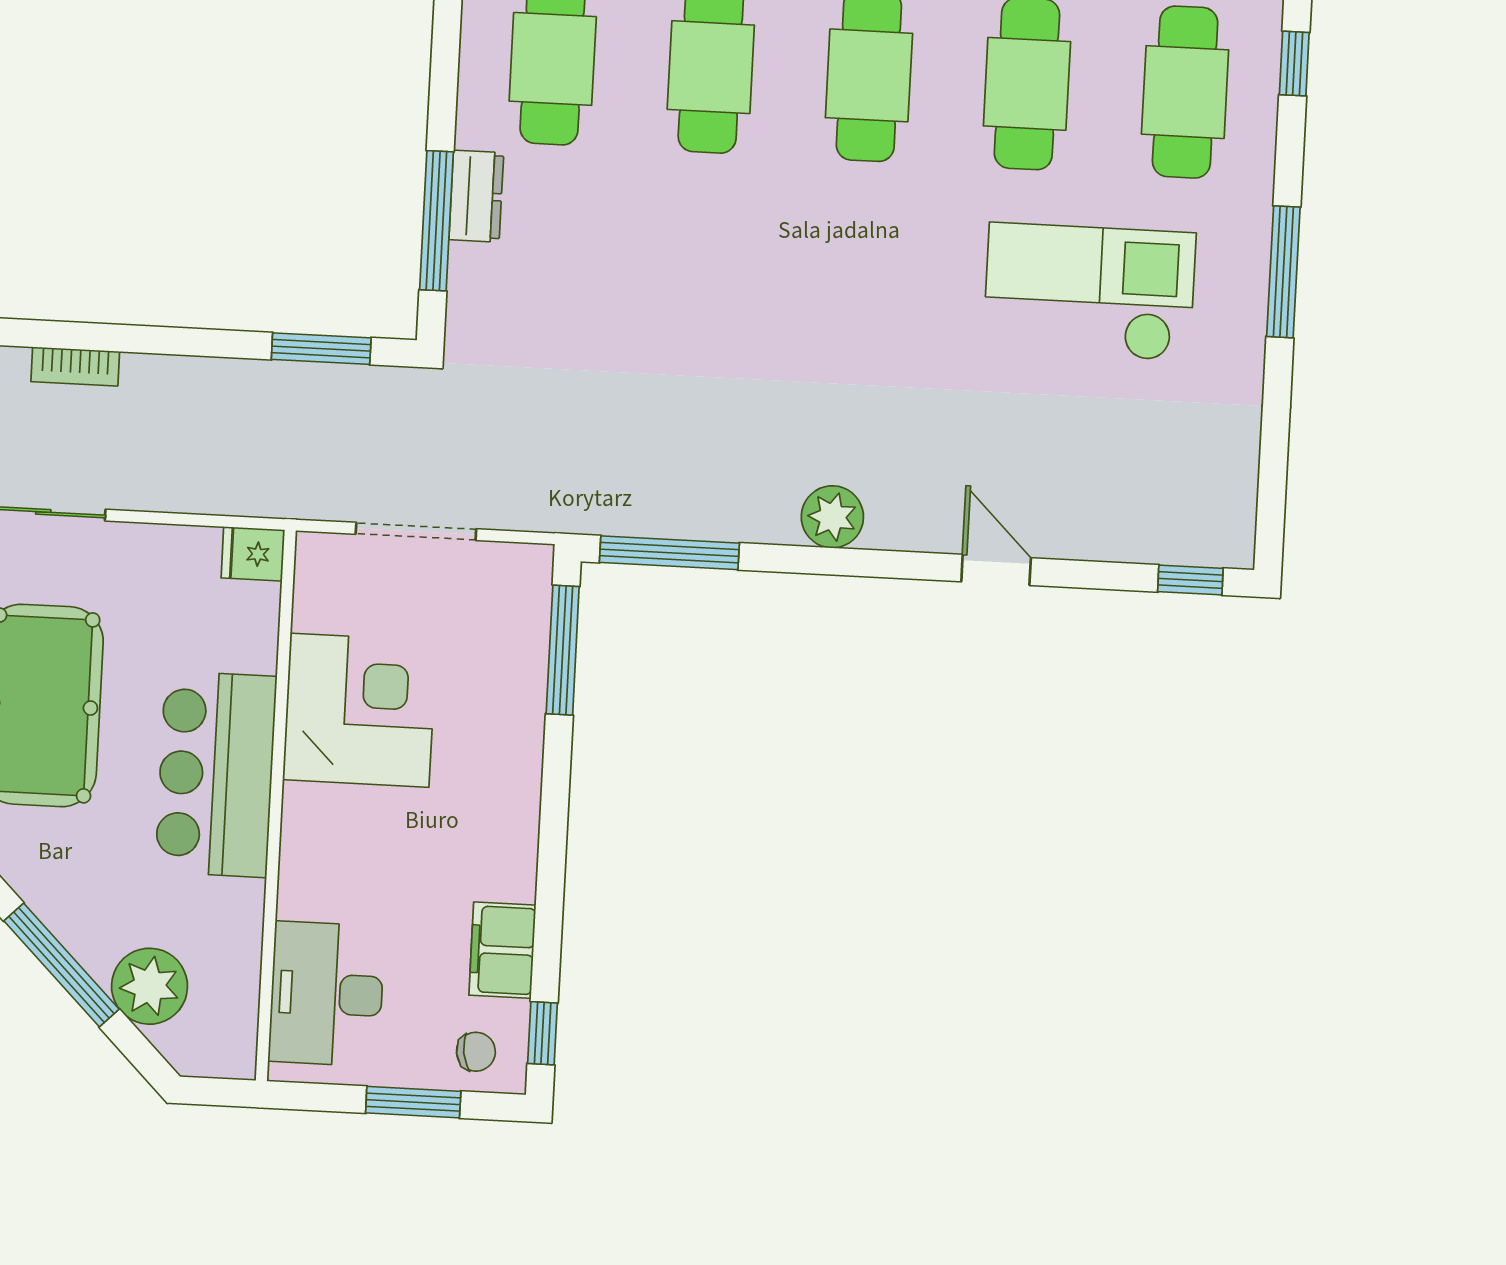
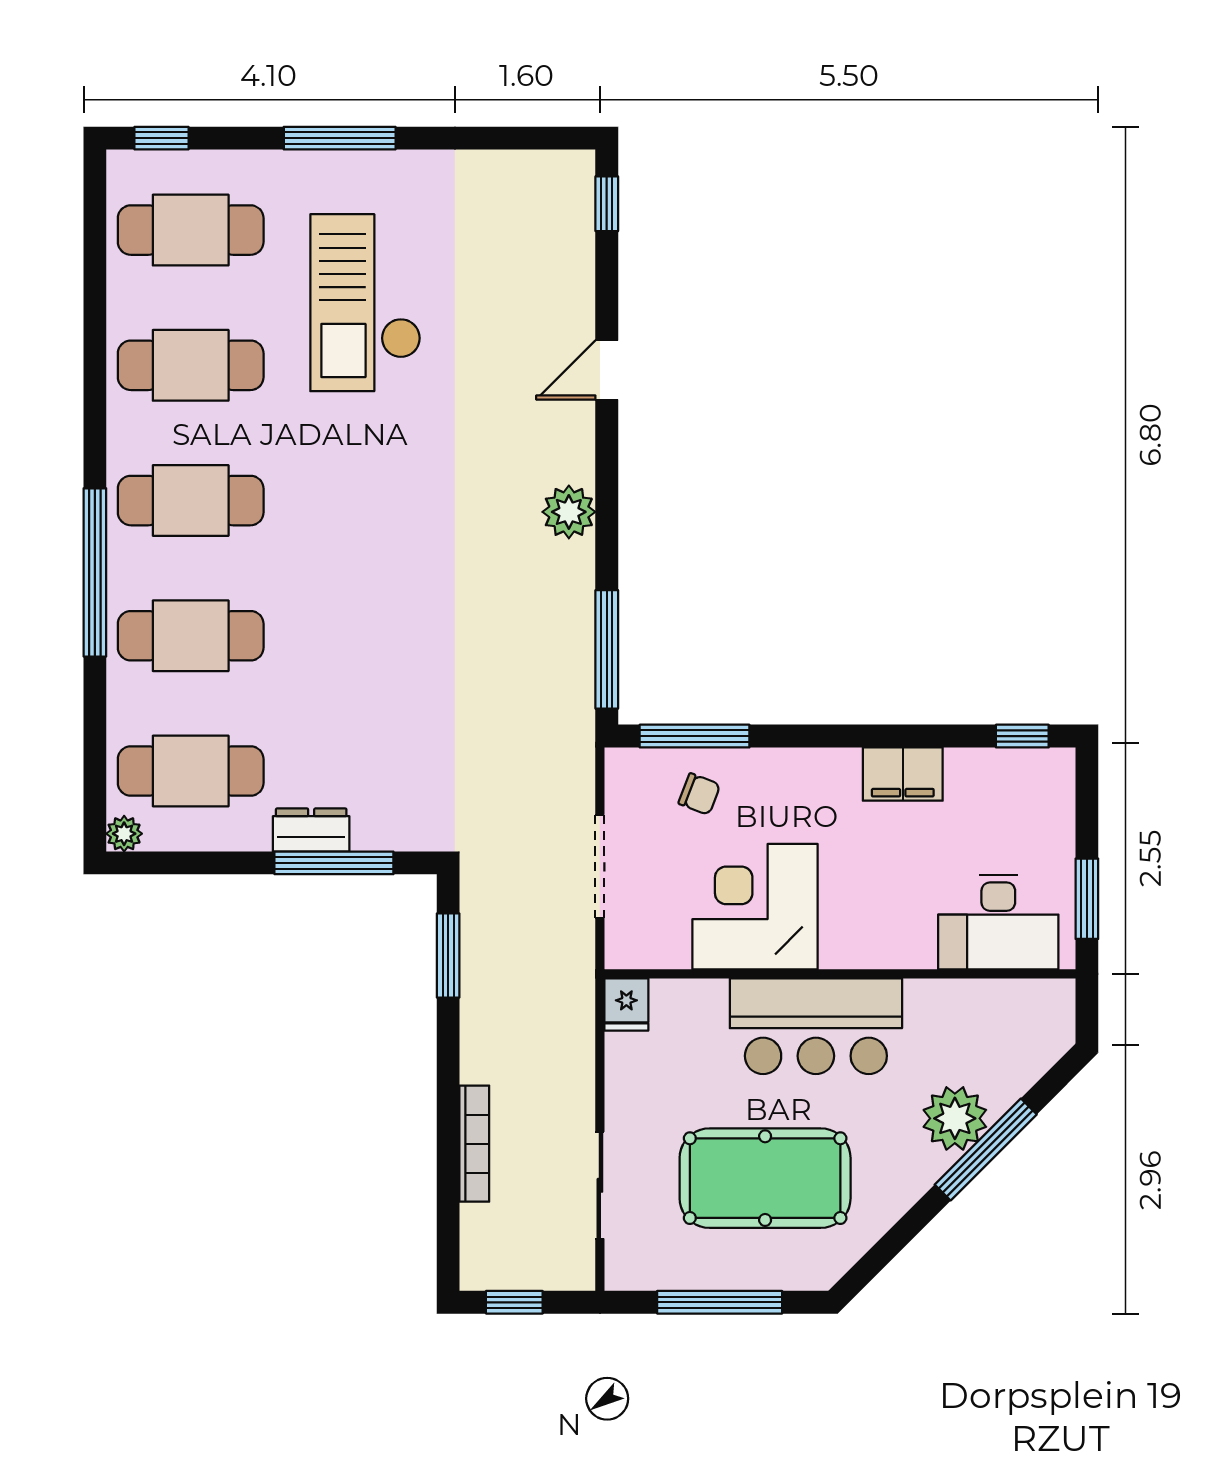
bookcase: (75, 366) -> (474, 1144), width x1.56
filing cabinet: (502, 950) -> (903, 774), moved
plant: (150, 986) -> (955, 1118), moved
chair: (476, 1052) -> (699, 794), moved, turned 119
window: (413, 1102) -> (1087, 899), moved

